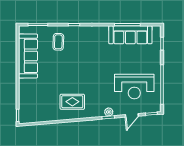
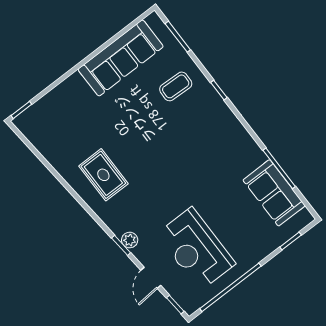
sofa: (130, 35) -> (274, 193), width x0.73
door: (132, 115) -> (151, 278), hinge flipped

